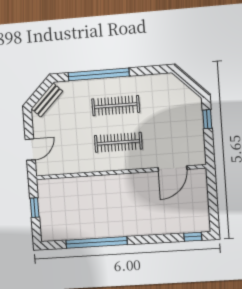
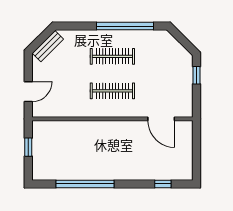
window: (99, 74) -> (125, 26), moved
door: (172, 169) -> (161, 119), hinge flipped
window: (193, 237) -> (163, 184), moved

